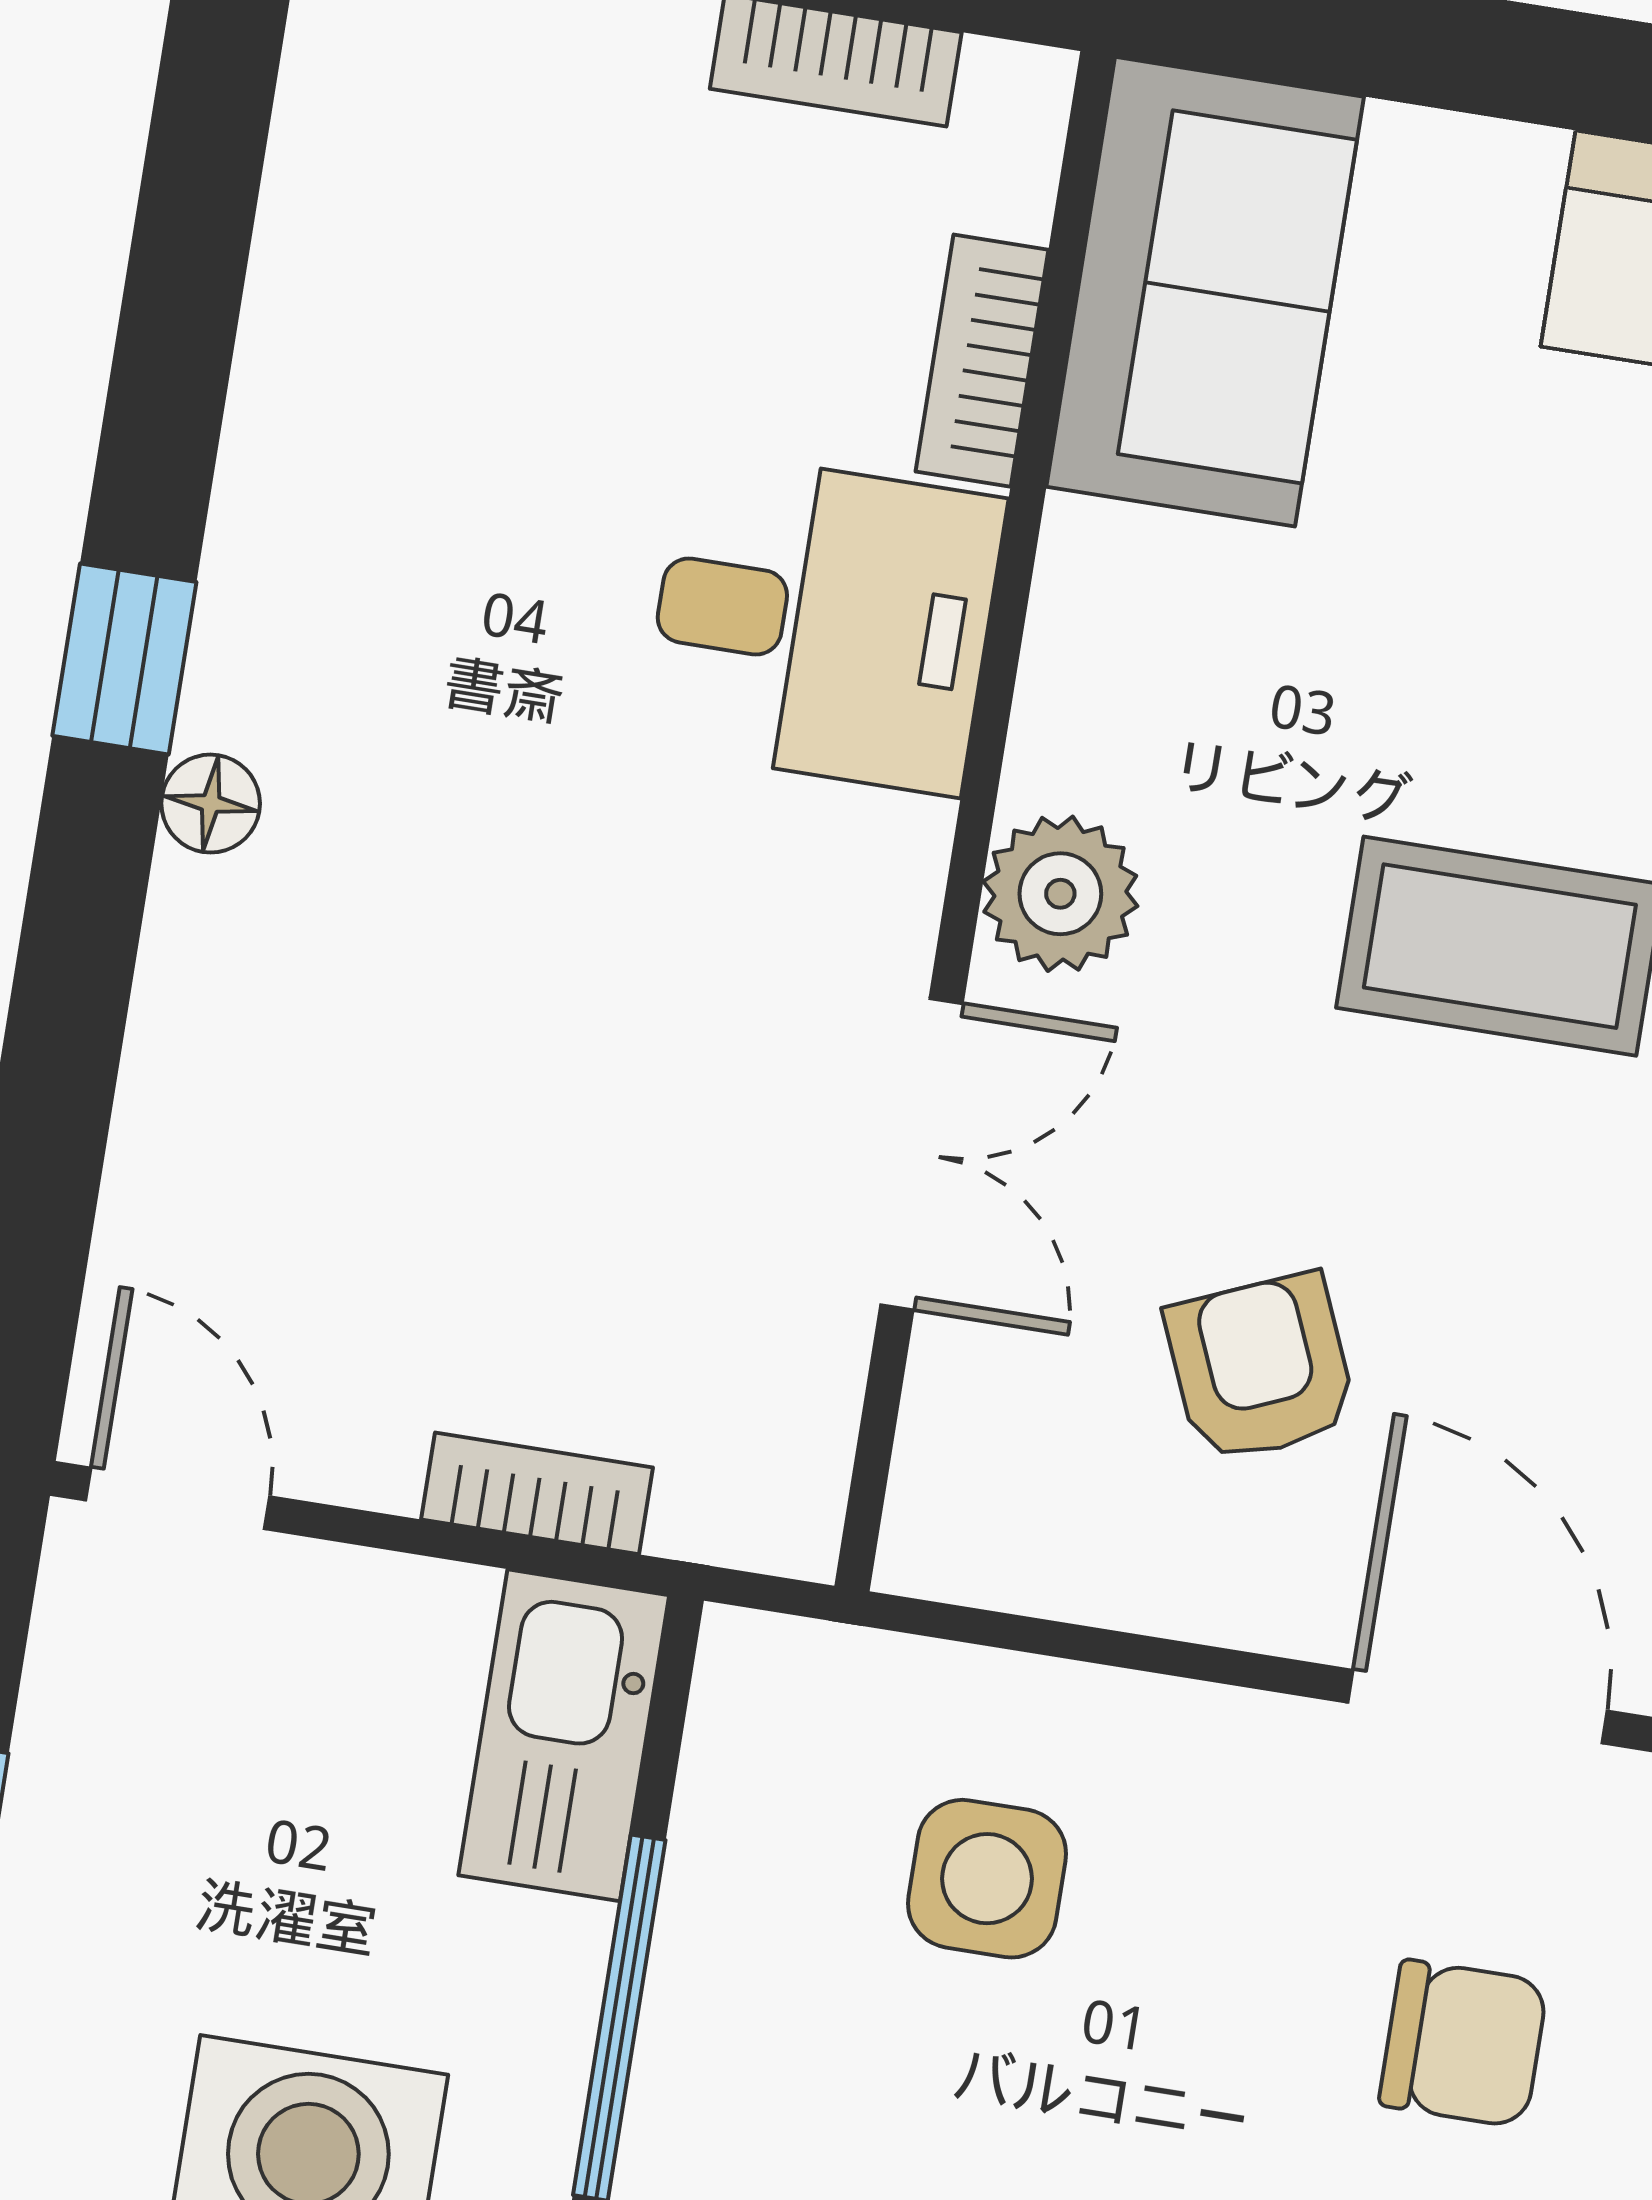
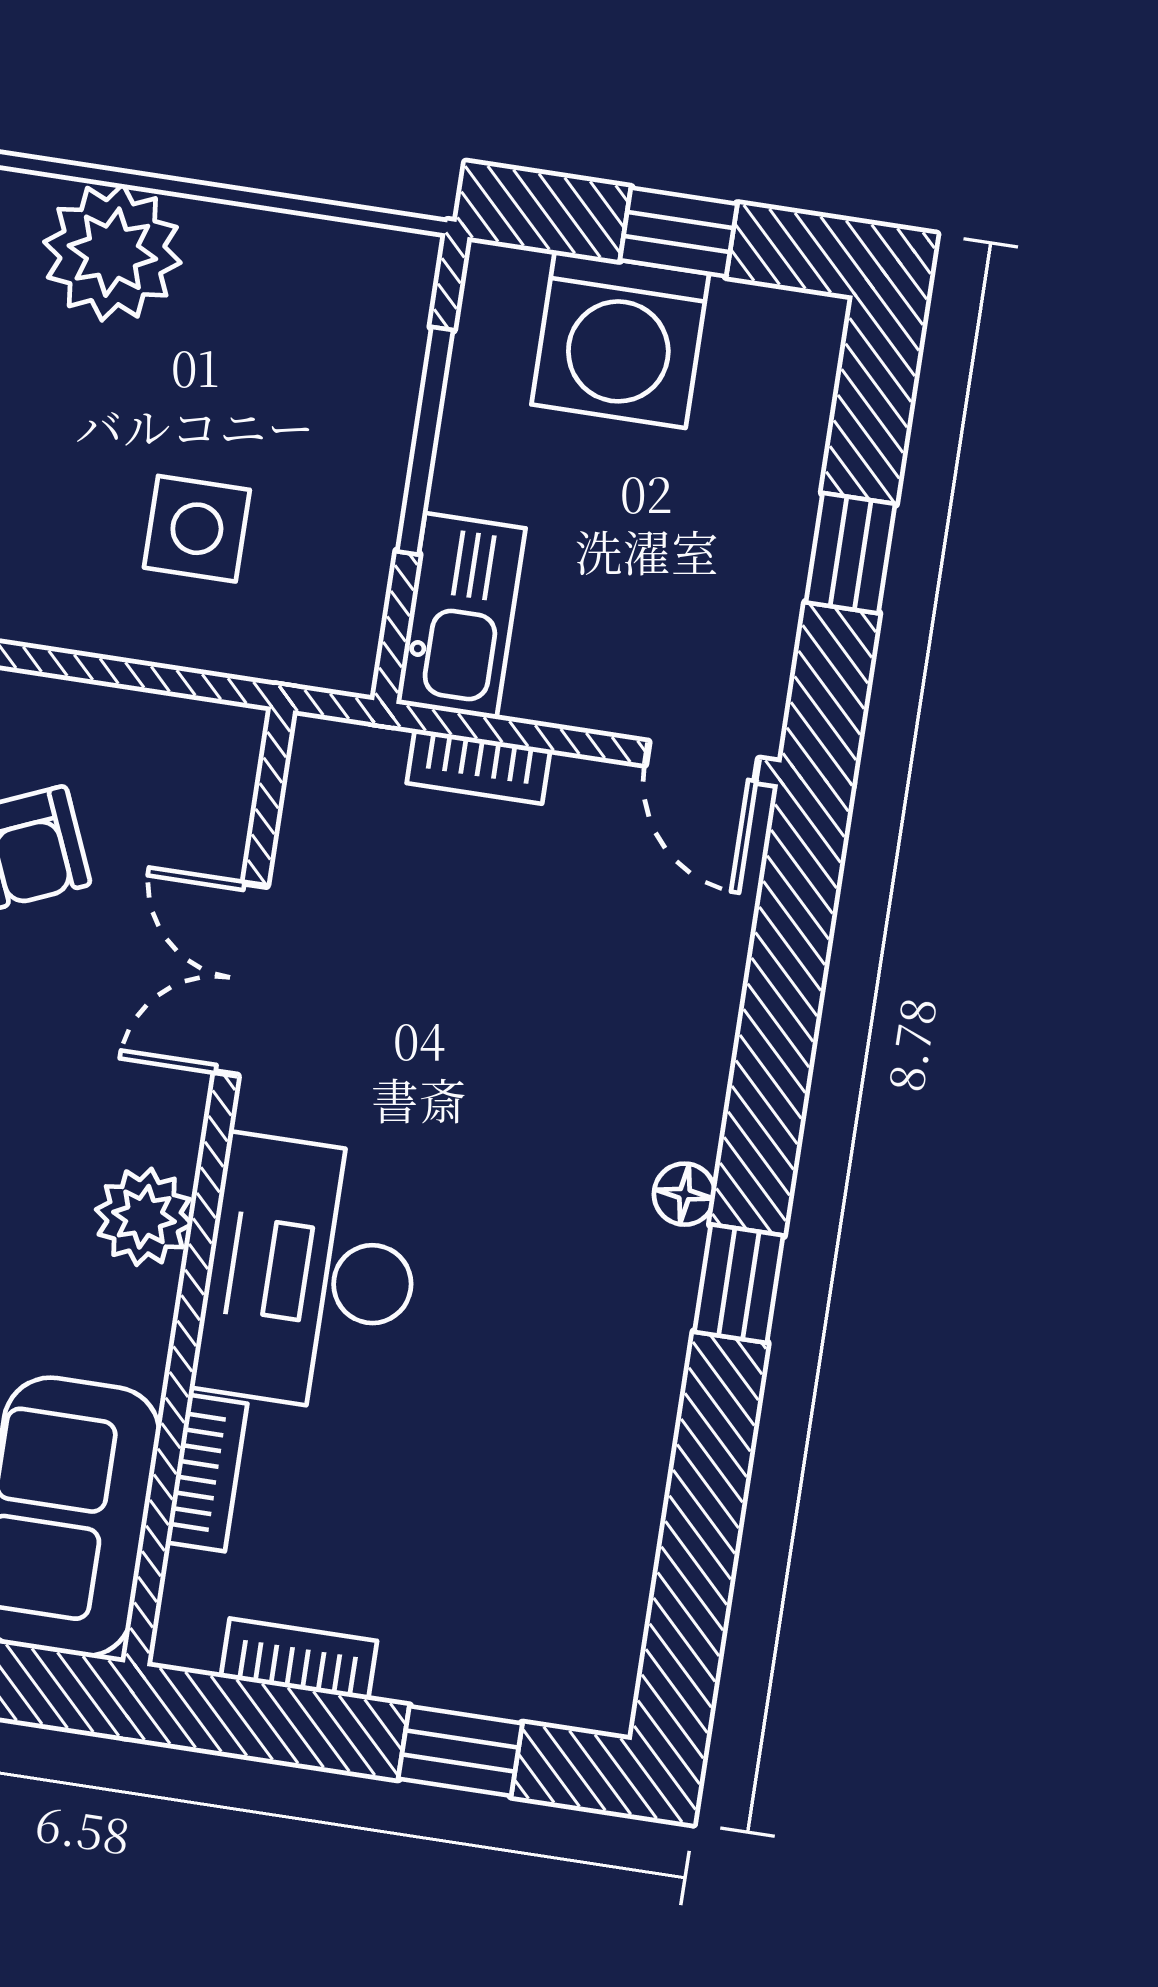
desk: (823, 623) -> (310, 1275), width x1.37
plant: (1060, 894) -> (144, 1217), moved

